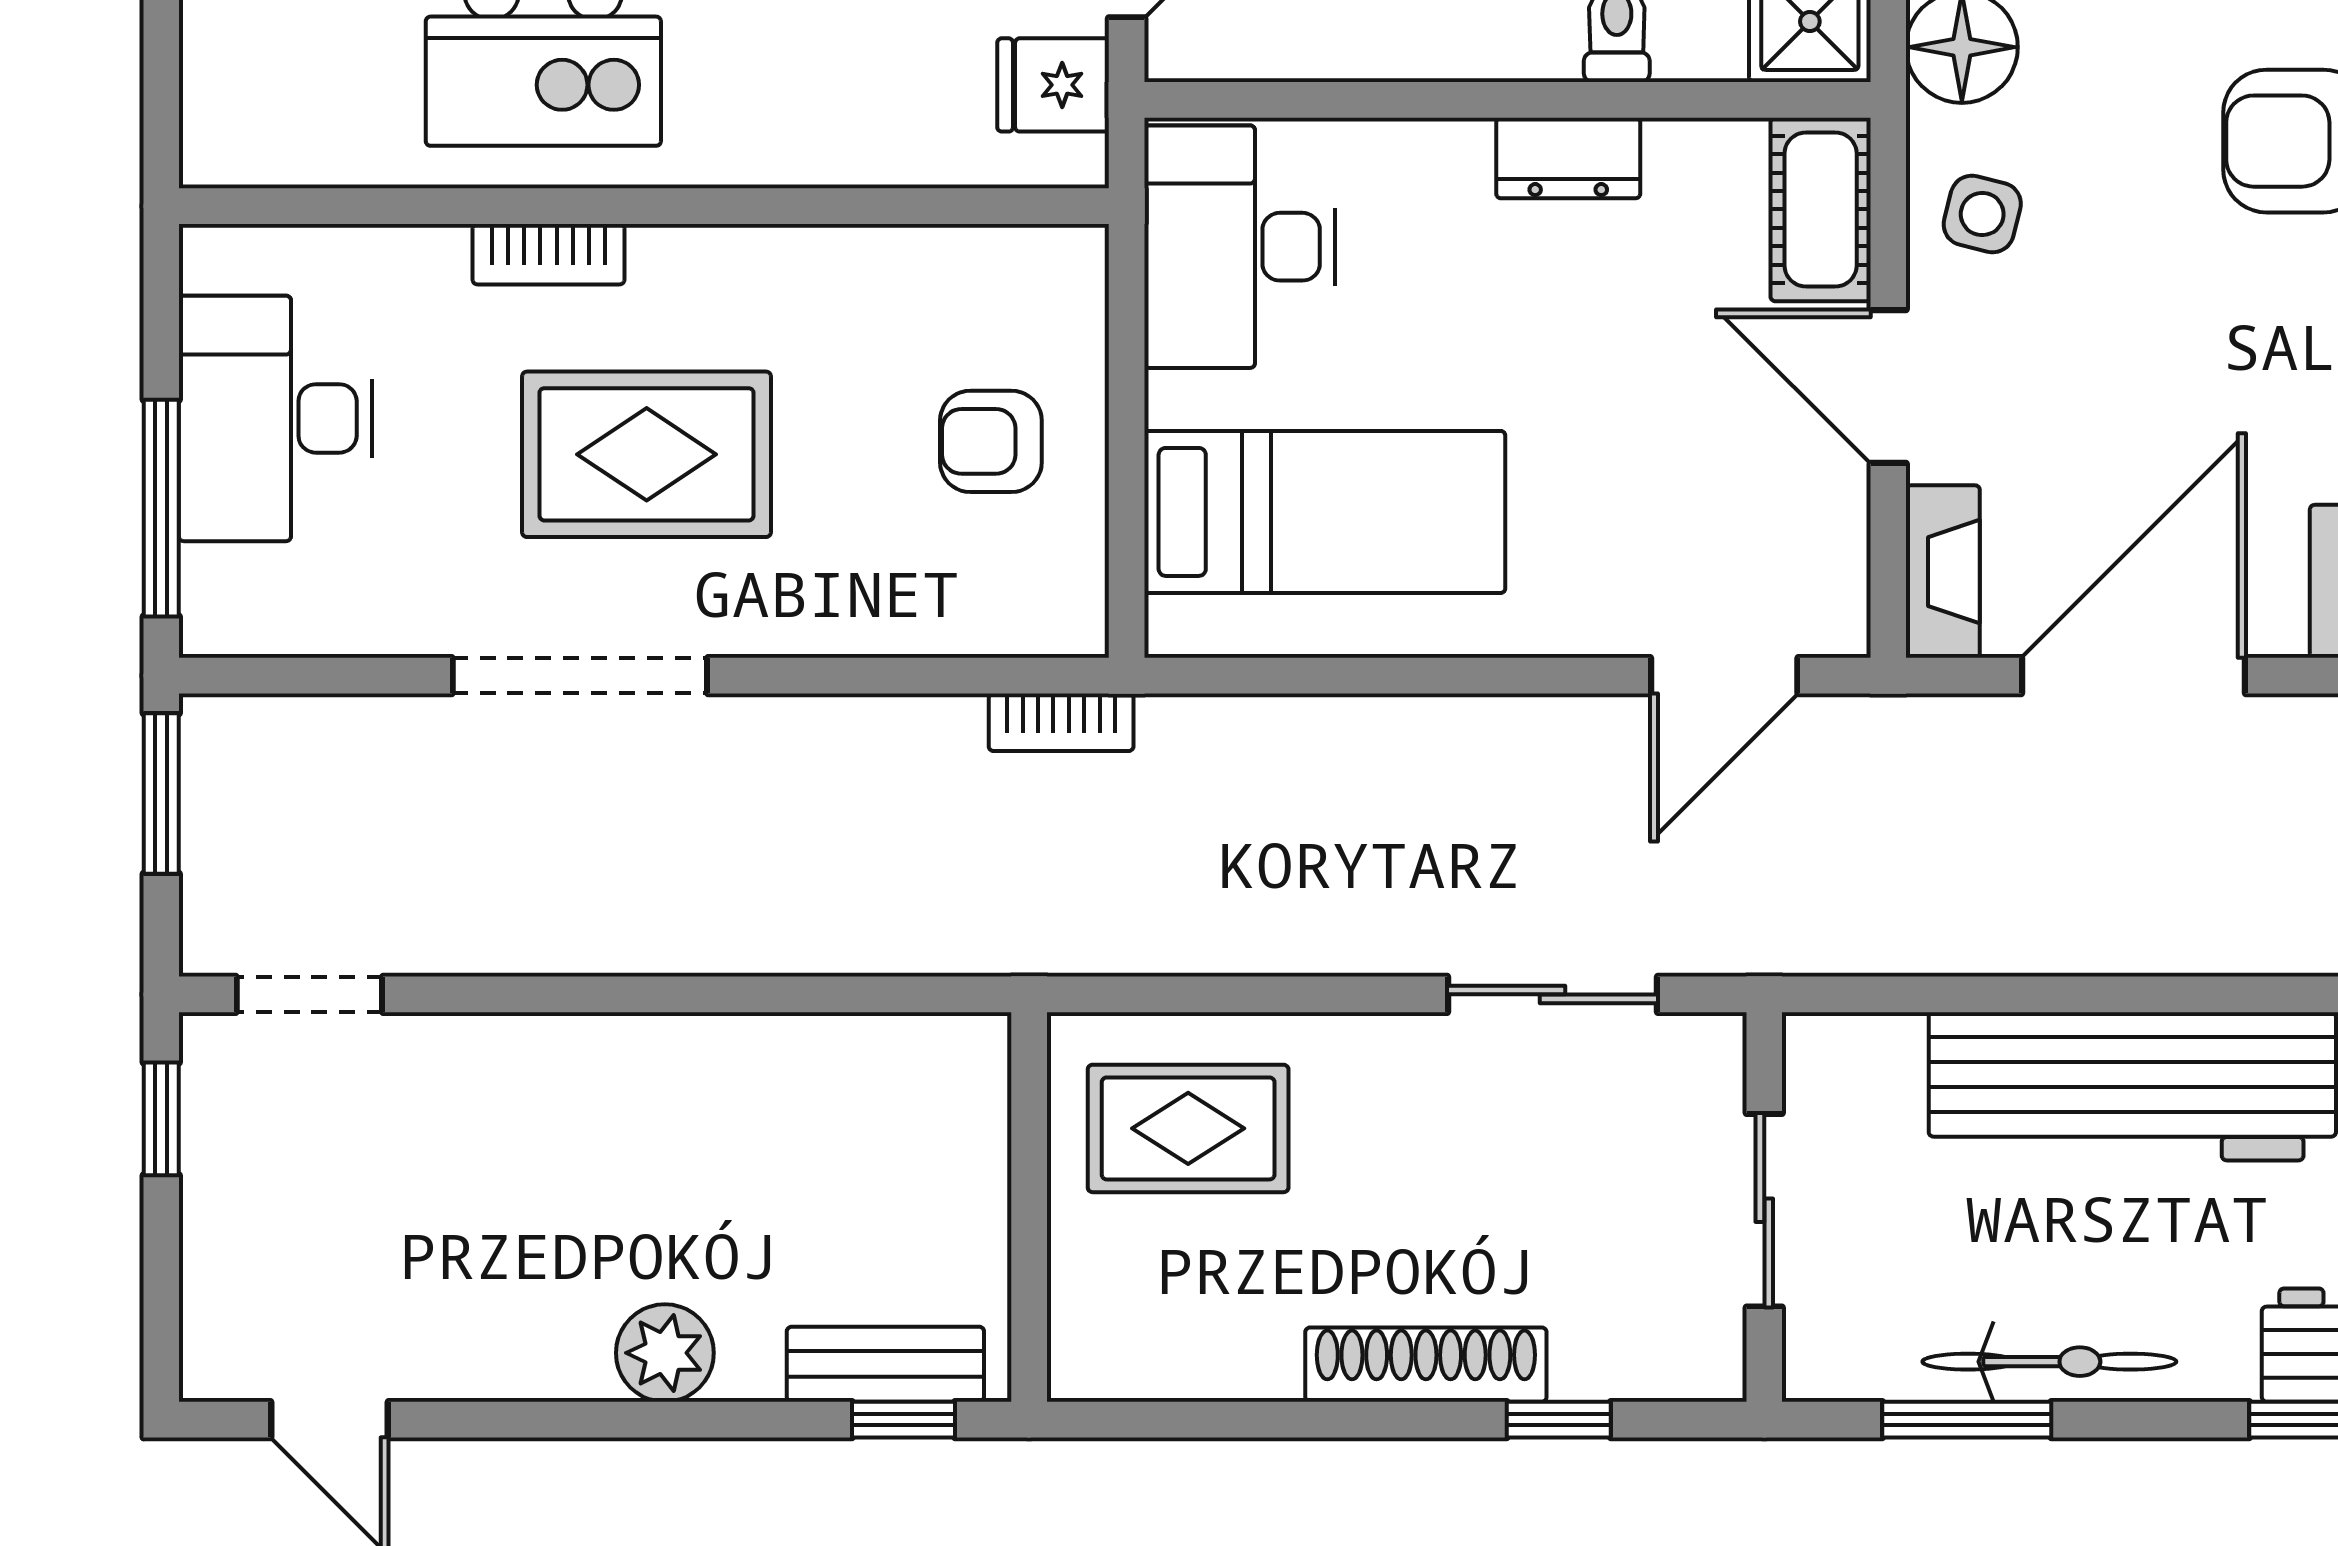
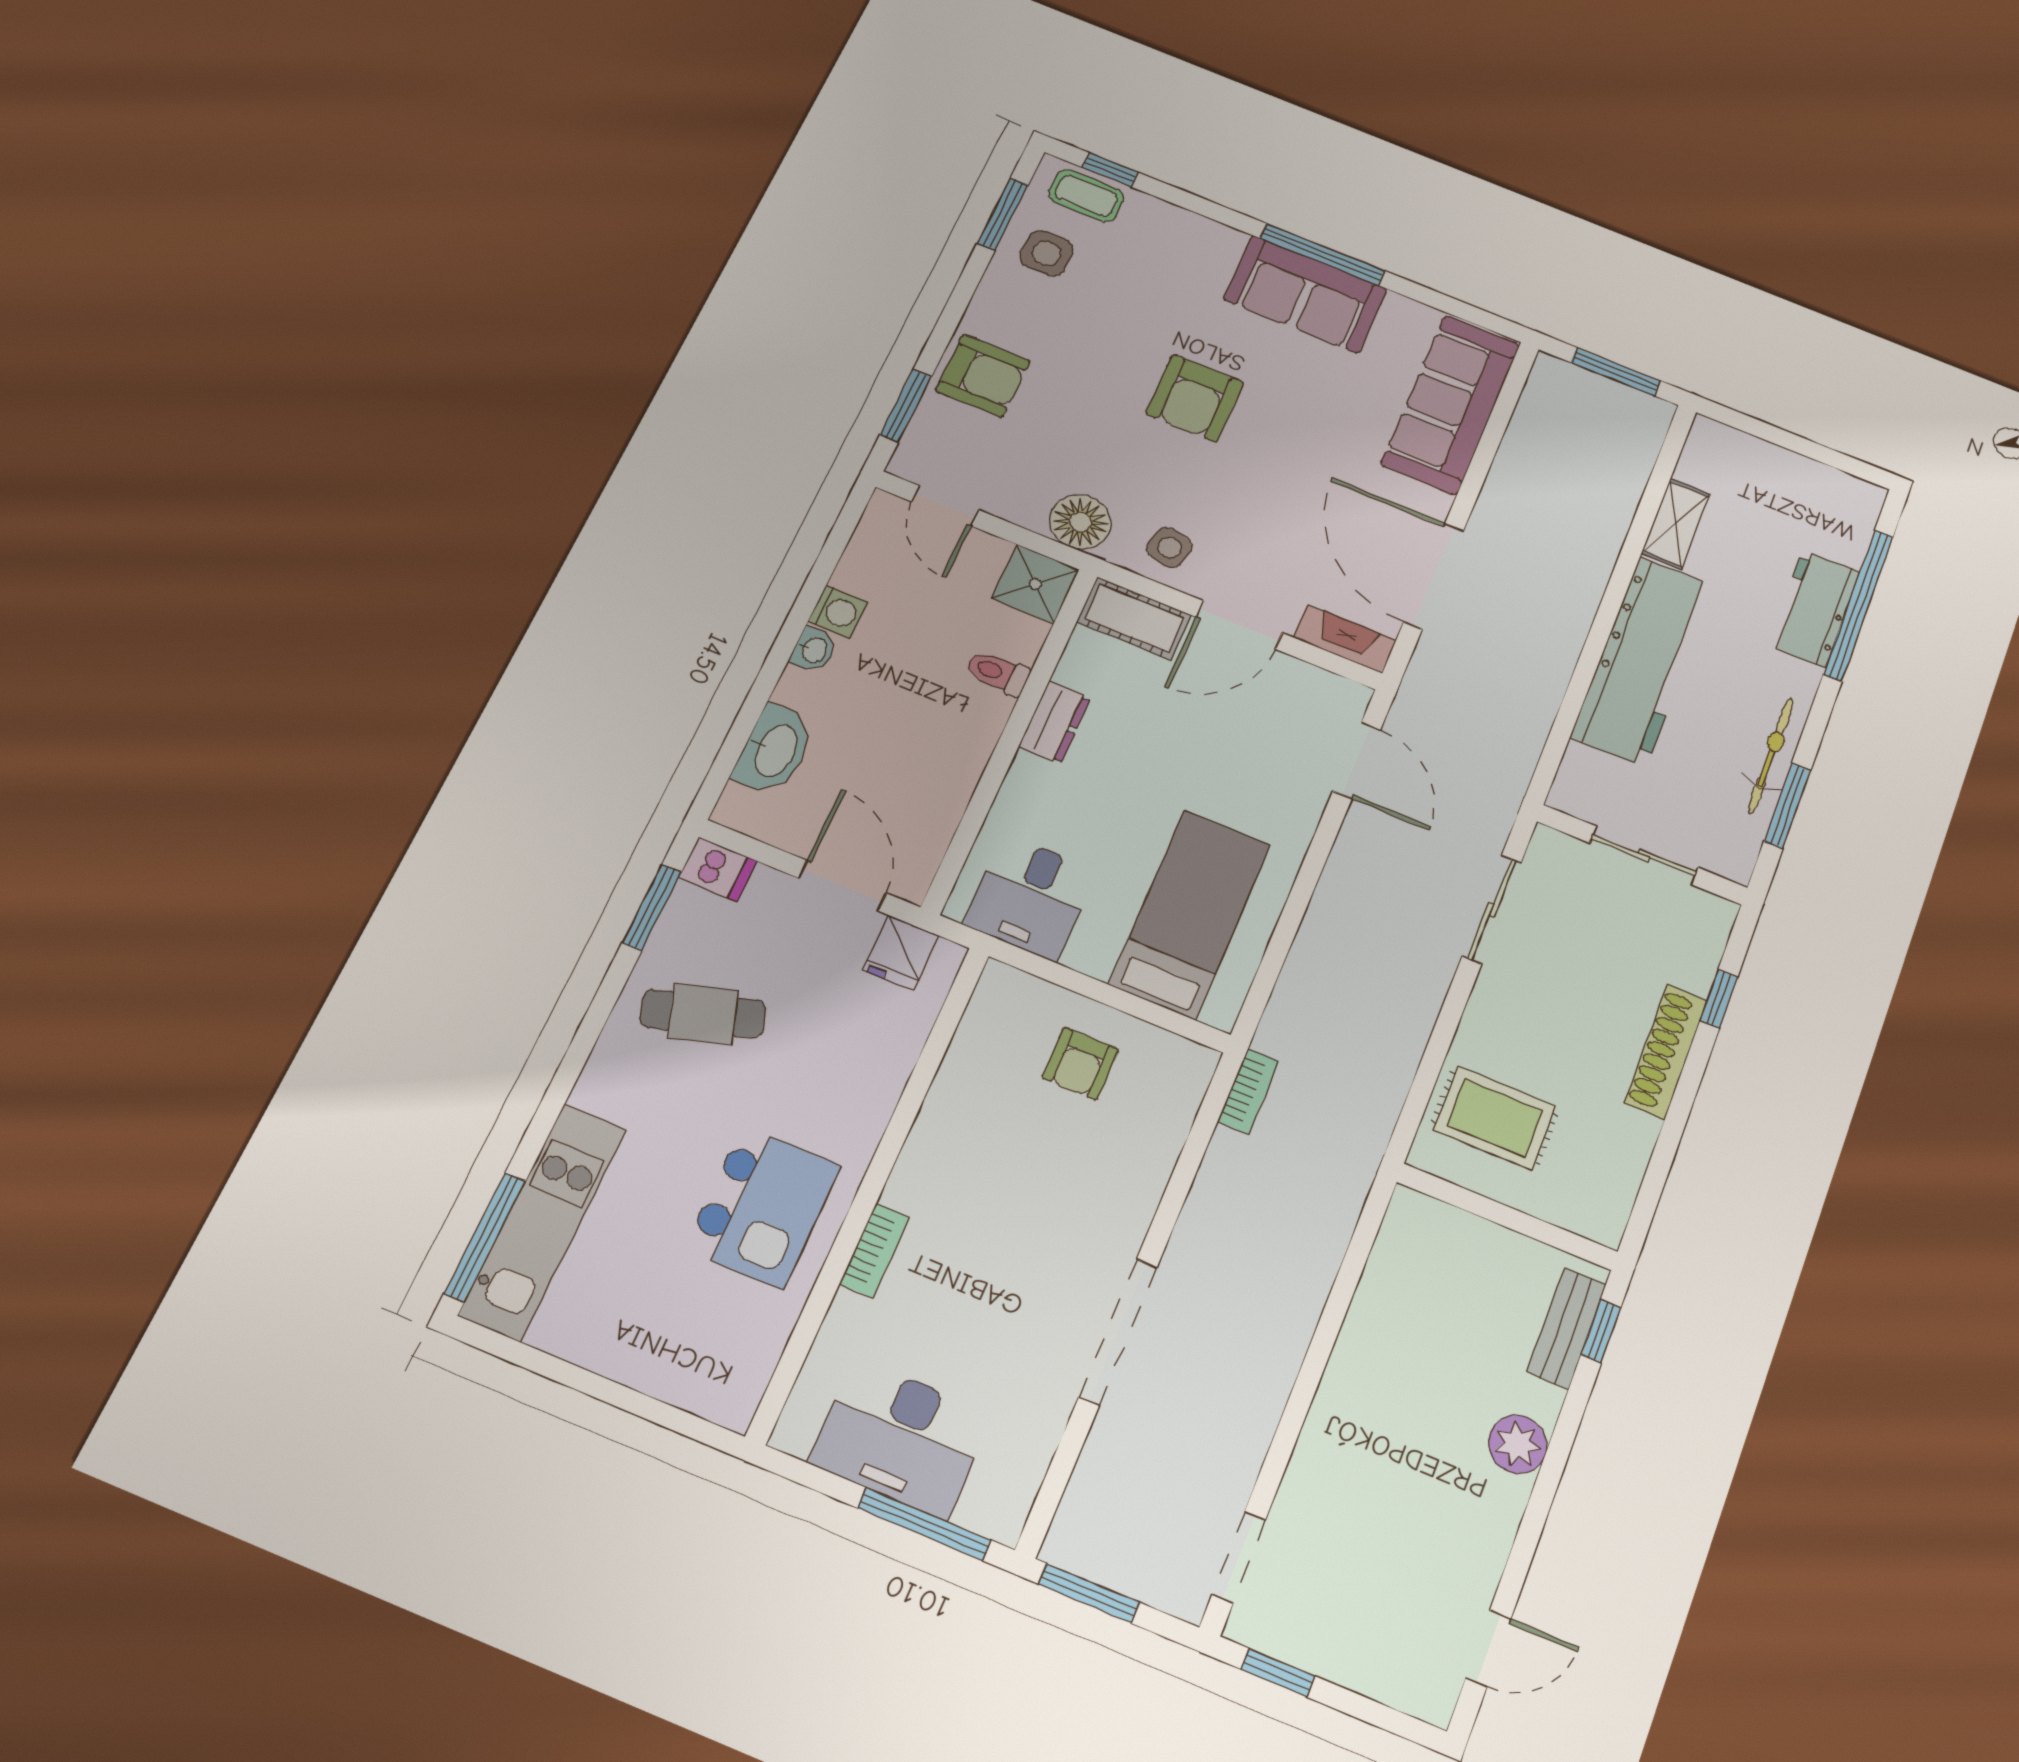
desk: (1240, 247) -> (1030, 897), width x0.73
rug: (647, 454) -> (1009, 1245), removed
rug: (1188, 1128) -> (1495, 1118), turned 90

